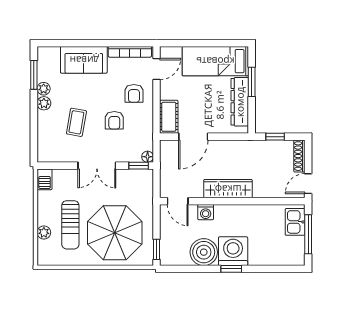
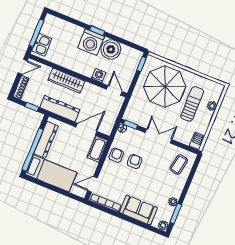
window: (252, 82) -> (33, 150), width x2.11
armchair: (134, 93) -> (116, 155), moved
plant: (44, 103) -> (163, 225), moved
coffee table: (76, 122) -> (179, 164), moved
dresser: (238, 149) -> (60, 108), added
wardrobe: (228, 189) -> (66, 81), moved

